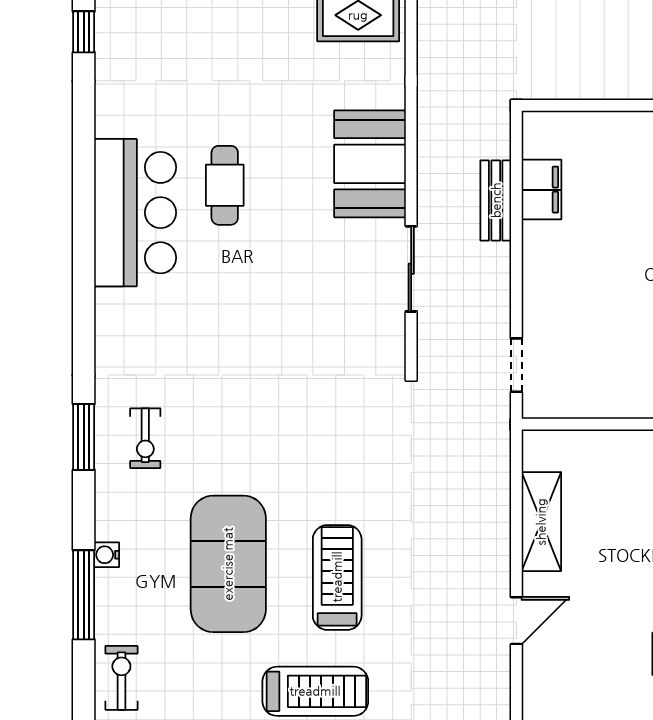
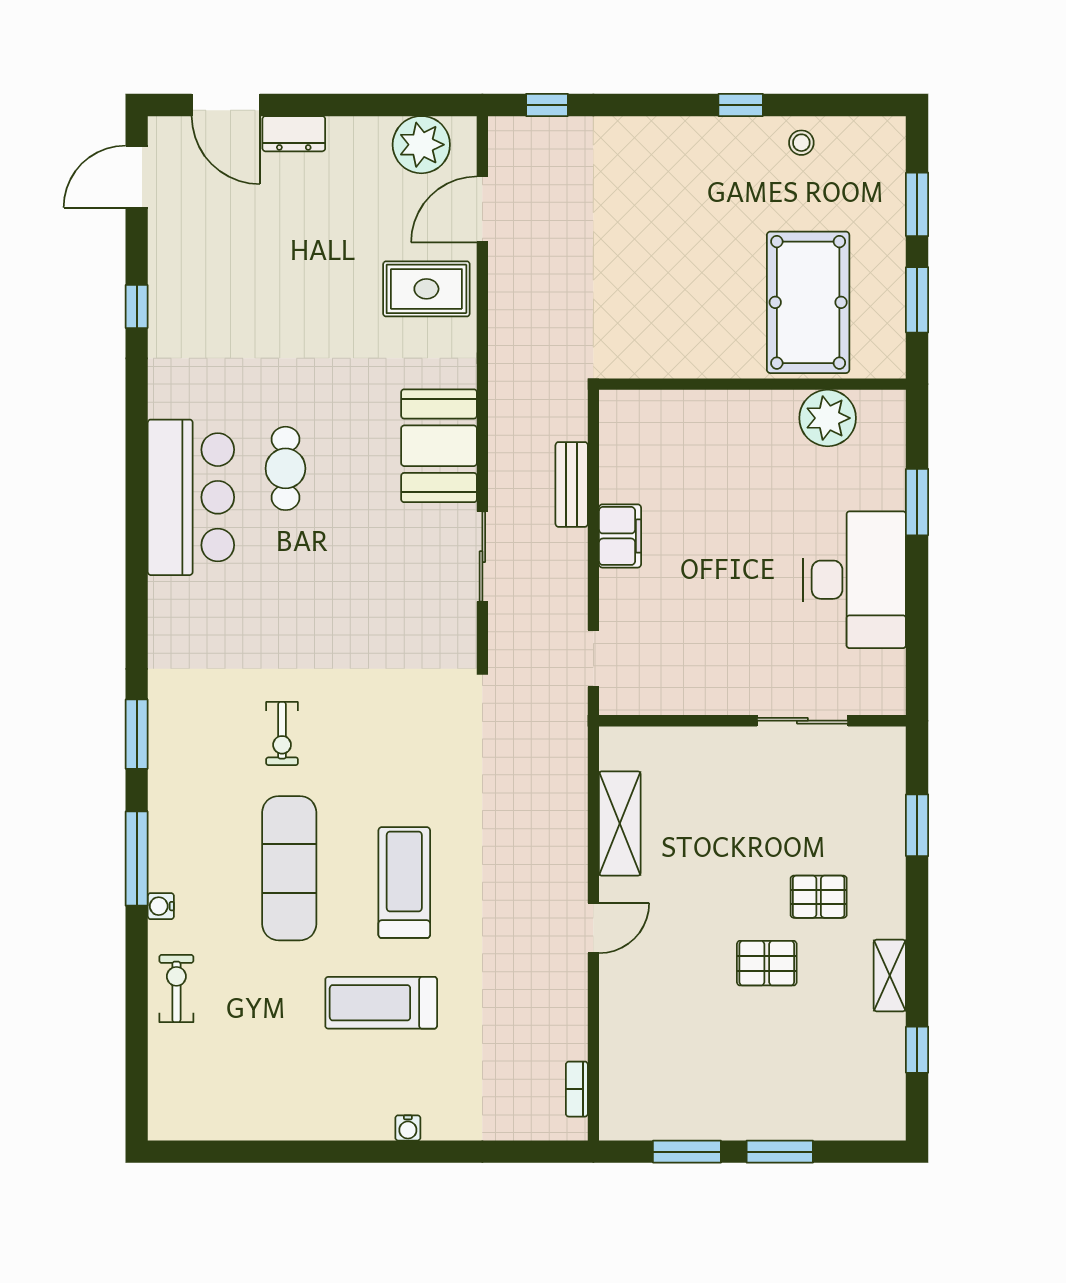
filing cabinet: (542, 190) -> (620, 536), moved
exercise bike: (145, 438) -> (282, 733), moved
water cooler: (107, 555) -> (161, 906), moved
exercise mat: (228, 564) -> (289, 868), width x0.68
window: (84, 595) -> (137, 859), moved
treadmill: (315, 691) -> (381, 1003), turned 180

